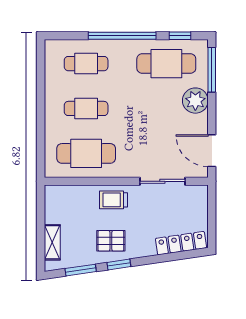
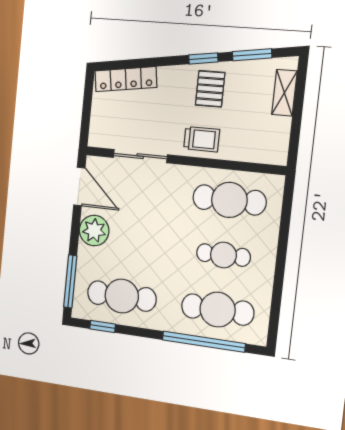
window: (122, 36) -> (204, 342), moved
cafe table: (86, 64) -> (218, 310), width x1.37, depth x1.35
plant: (195, 101) -> (94, 231), moved
pallet: (111, 241) -> (210, 89), turned 90

